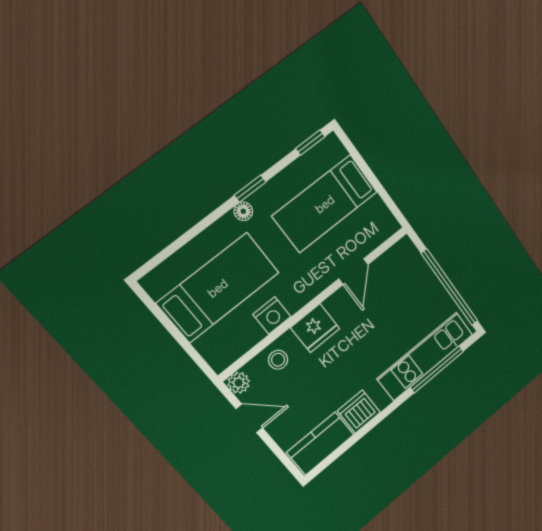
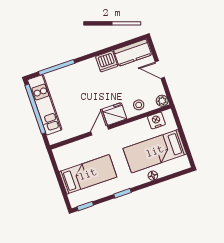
floor lamp: (243, 211) -> (153, 176), moved
door: (353, 272) -> (100, 131), moved
nightstand: (272, 315) -> (156, 121), moved
kitchen unit: (425, 356) -> (45, 105), moved, turned -90
door: (249, 418) -> (160, 70), moved

